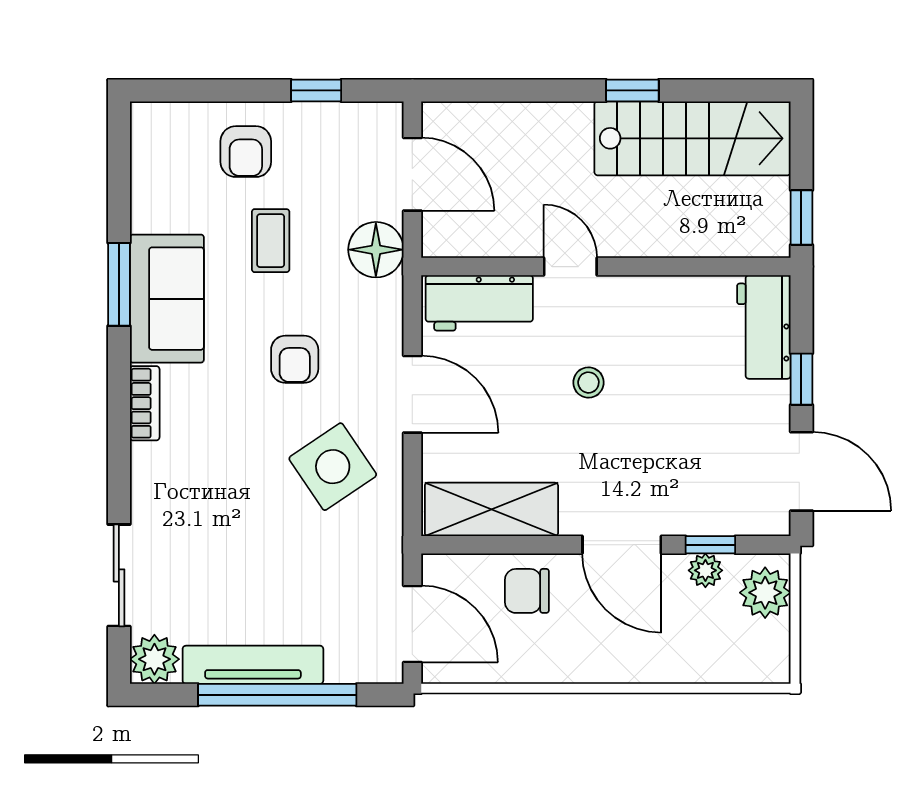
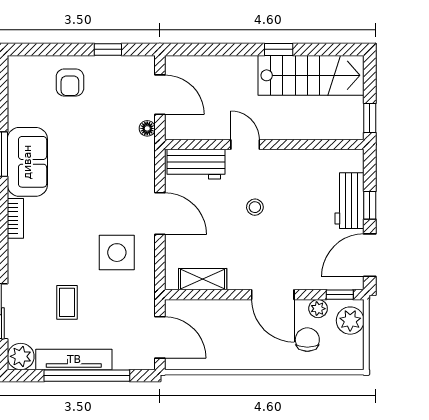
coffee table: (271, 241) -> (67, 302), moved
floor lamp: (376, 250) -> (147, 128), width x0.53, depth x0.53
workbench: (764, 327) -> (350, 201), moved
armchair: (295, 359) -> (96, 195), removed
side table: (333, 467) -> (117, 253), turned 34
door: (801, 471) -> (370, 255), swing flipped
shelving: (491, 509) -> (203, 279), width x0.67, depth x0.75
window: (710, 545) -> (340, 295), moved
chair: (527, 591) -> (307, 340), moved, turned 90

